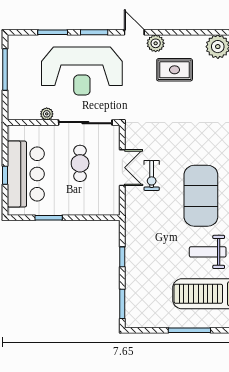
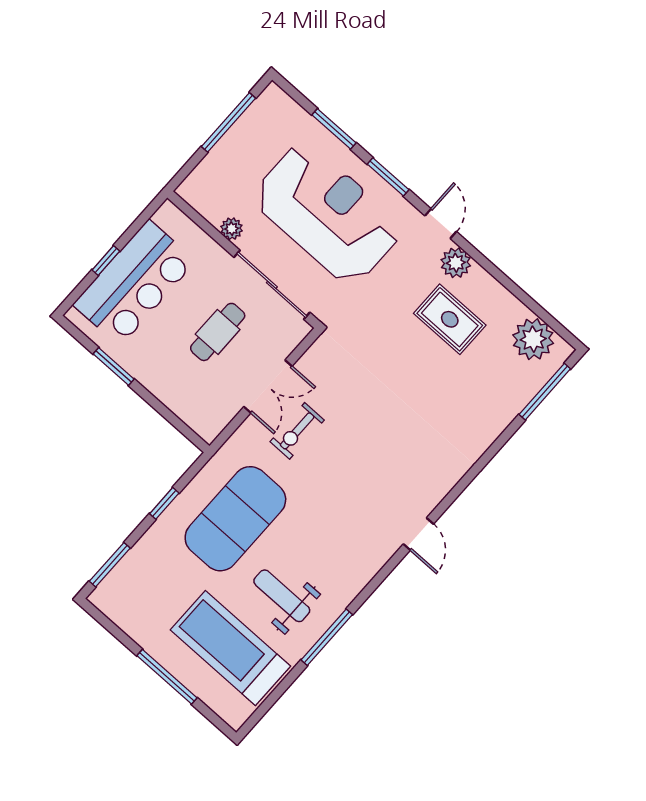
reception desk: (82, 71) -> (327, 213), turned 180
exercise mat: (201, 196) -> (235, 519), moved

